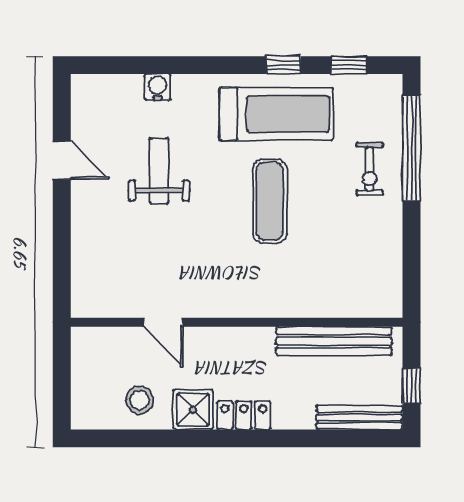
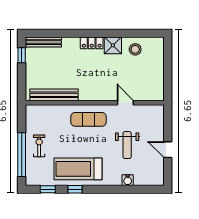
exercise mat: (270, 201) -> (89, 119), moved, turned 90
door: (163, 322) -> (125, 103), moved
wall: (237, 322) -> (95, 103), moved
bench: (334, 341) -> (54, 95), moved

